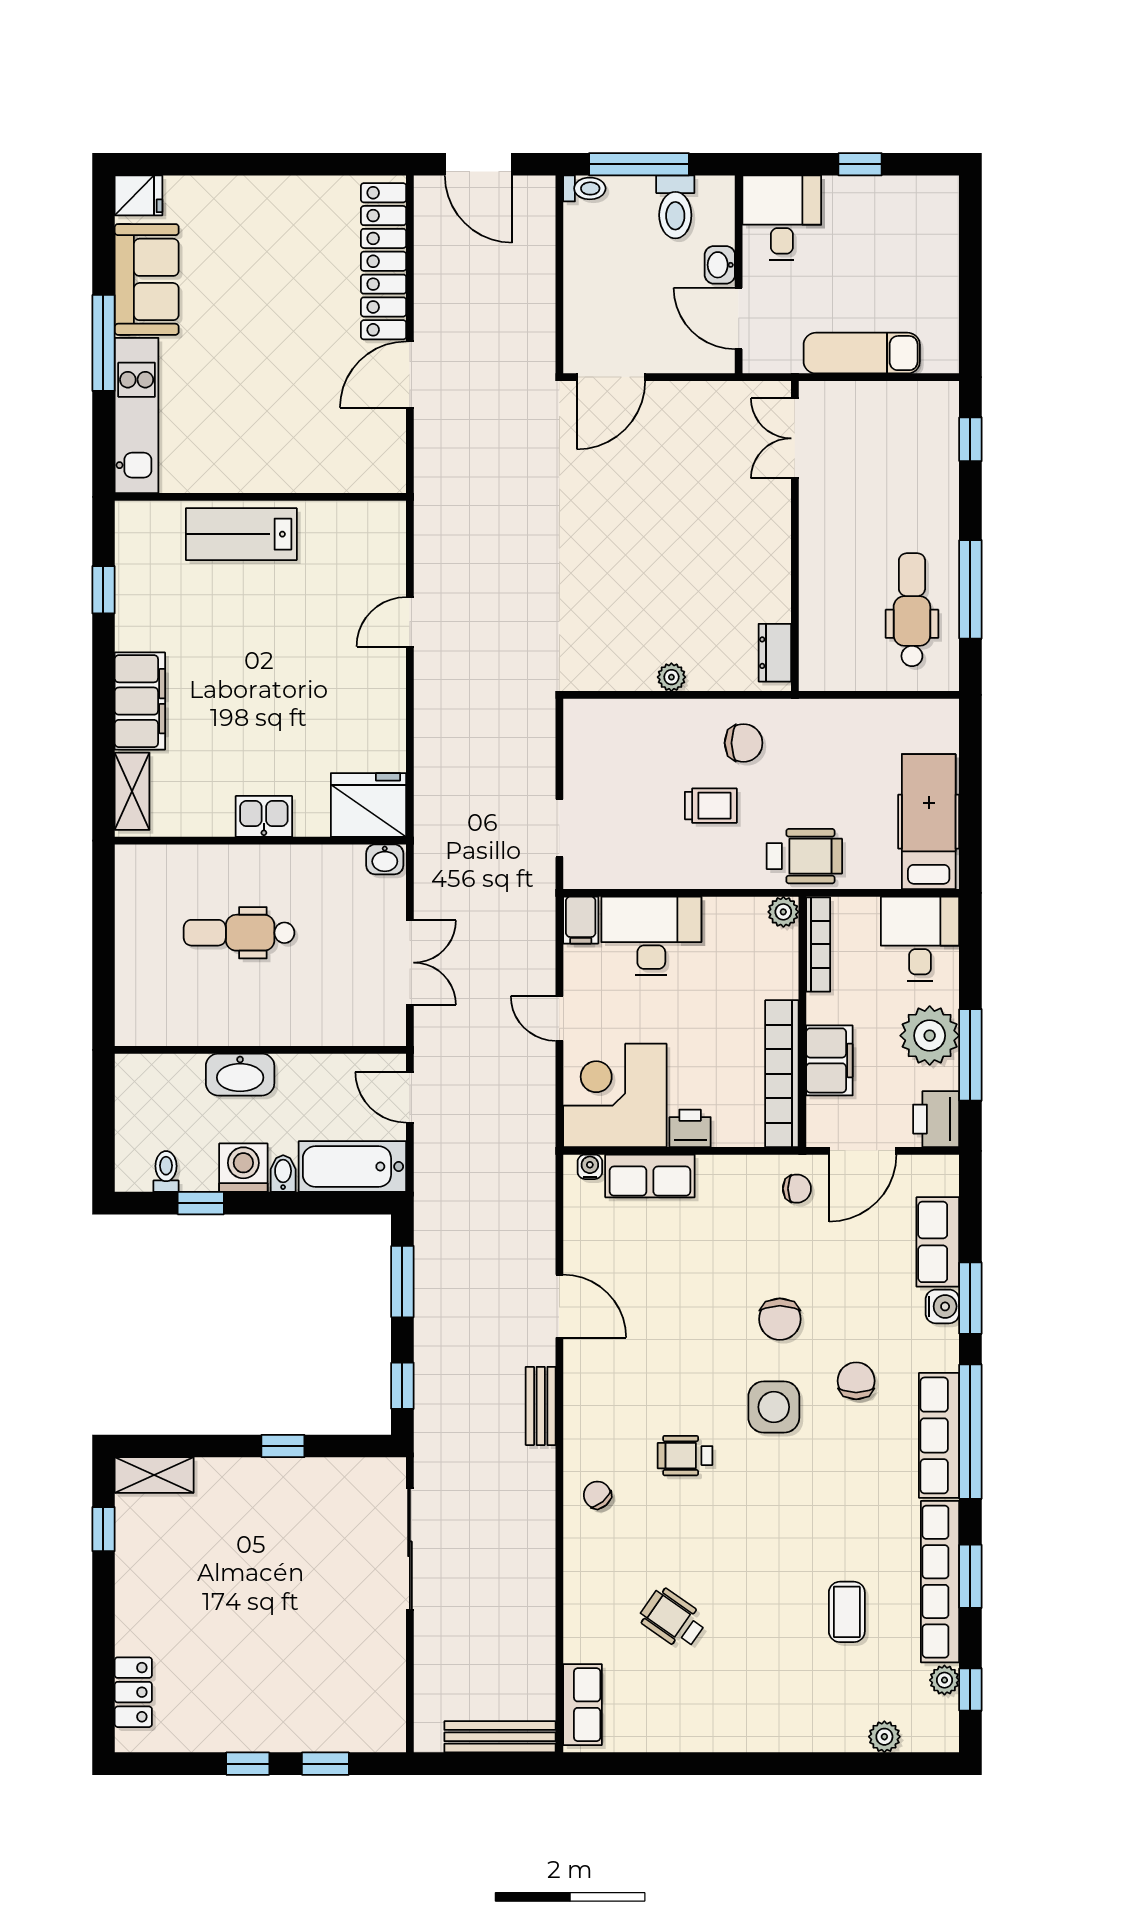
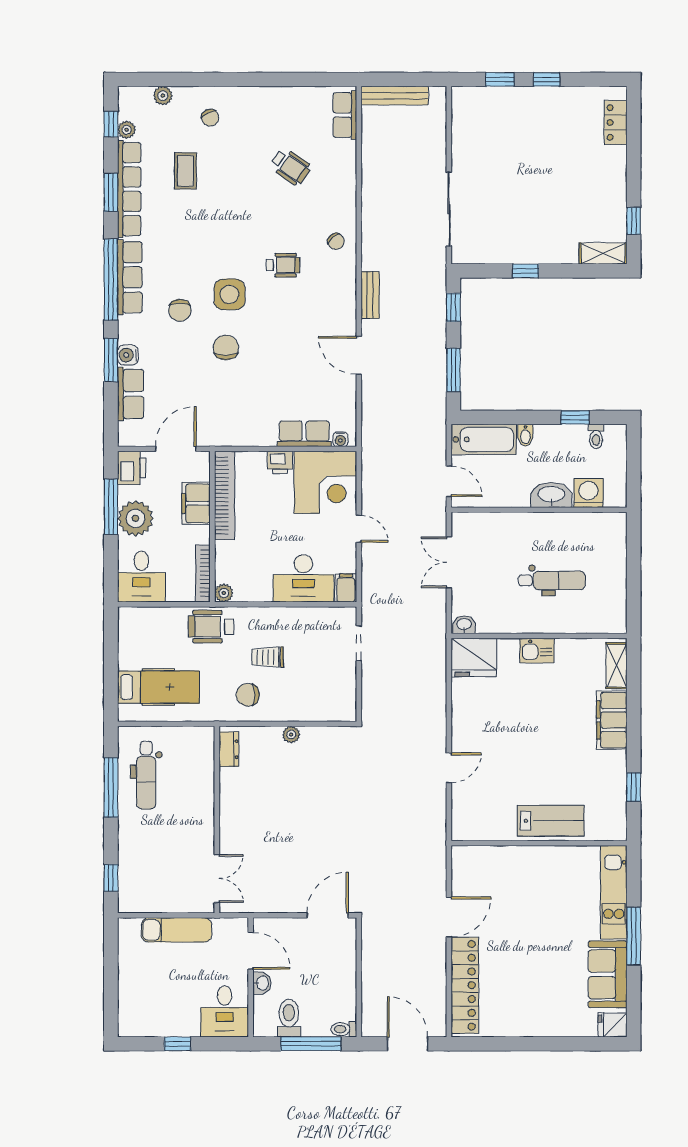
hospital bed: (929, 822) -> (158, 687), moved, turned -90
washing machine: (243, 1168) -> (588, 493), moved, turned 180
chair: (797, 1189) -> (210, 118), moved, turned -115

